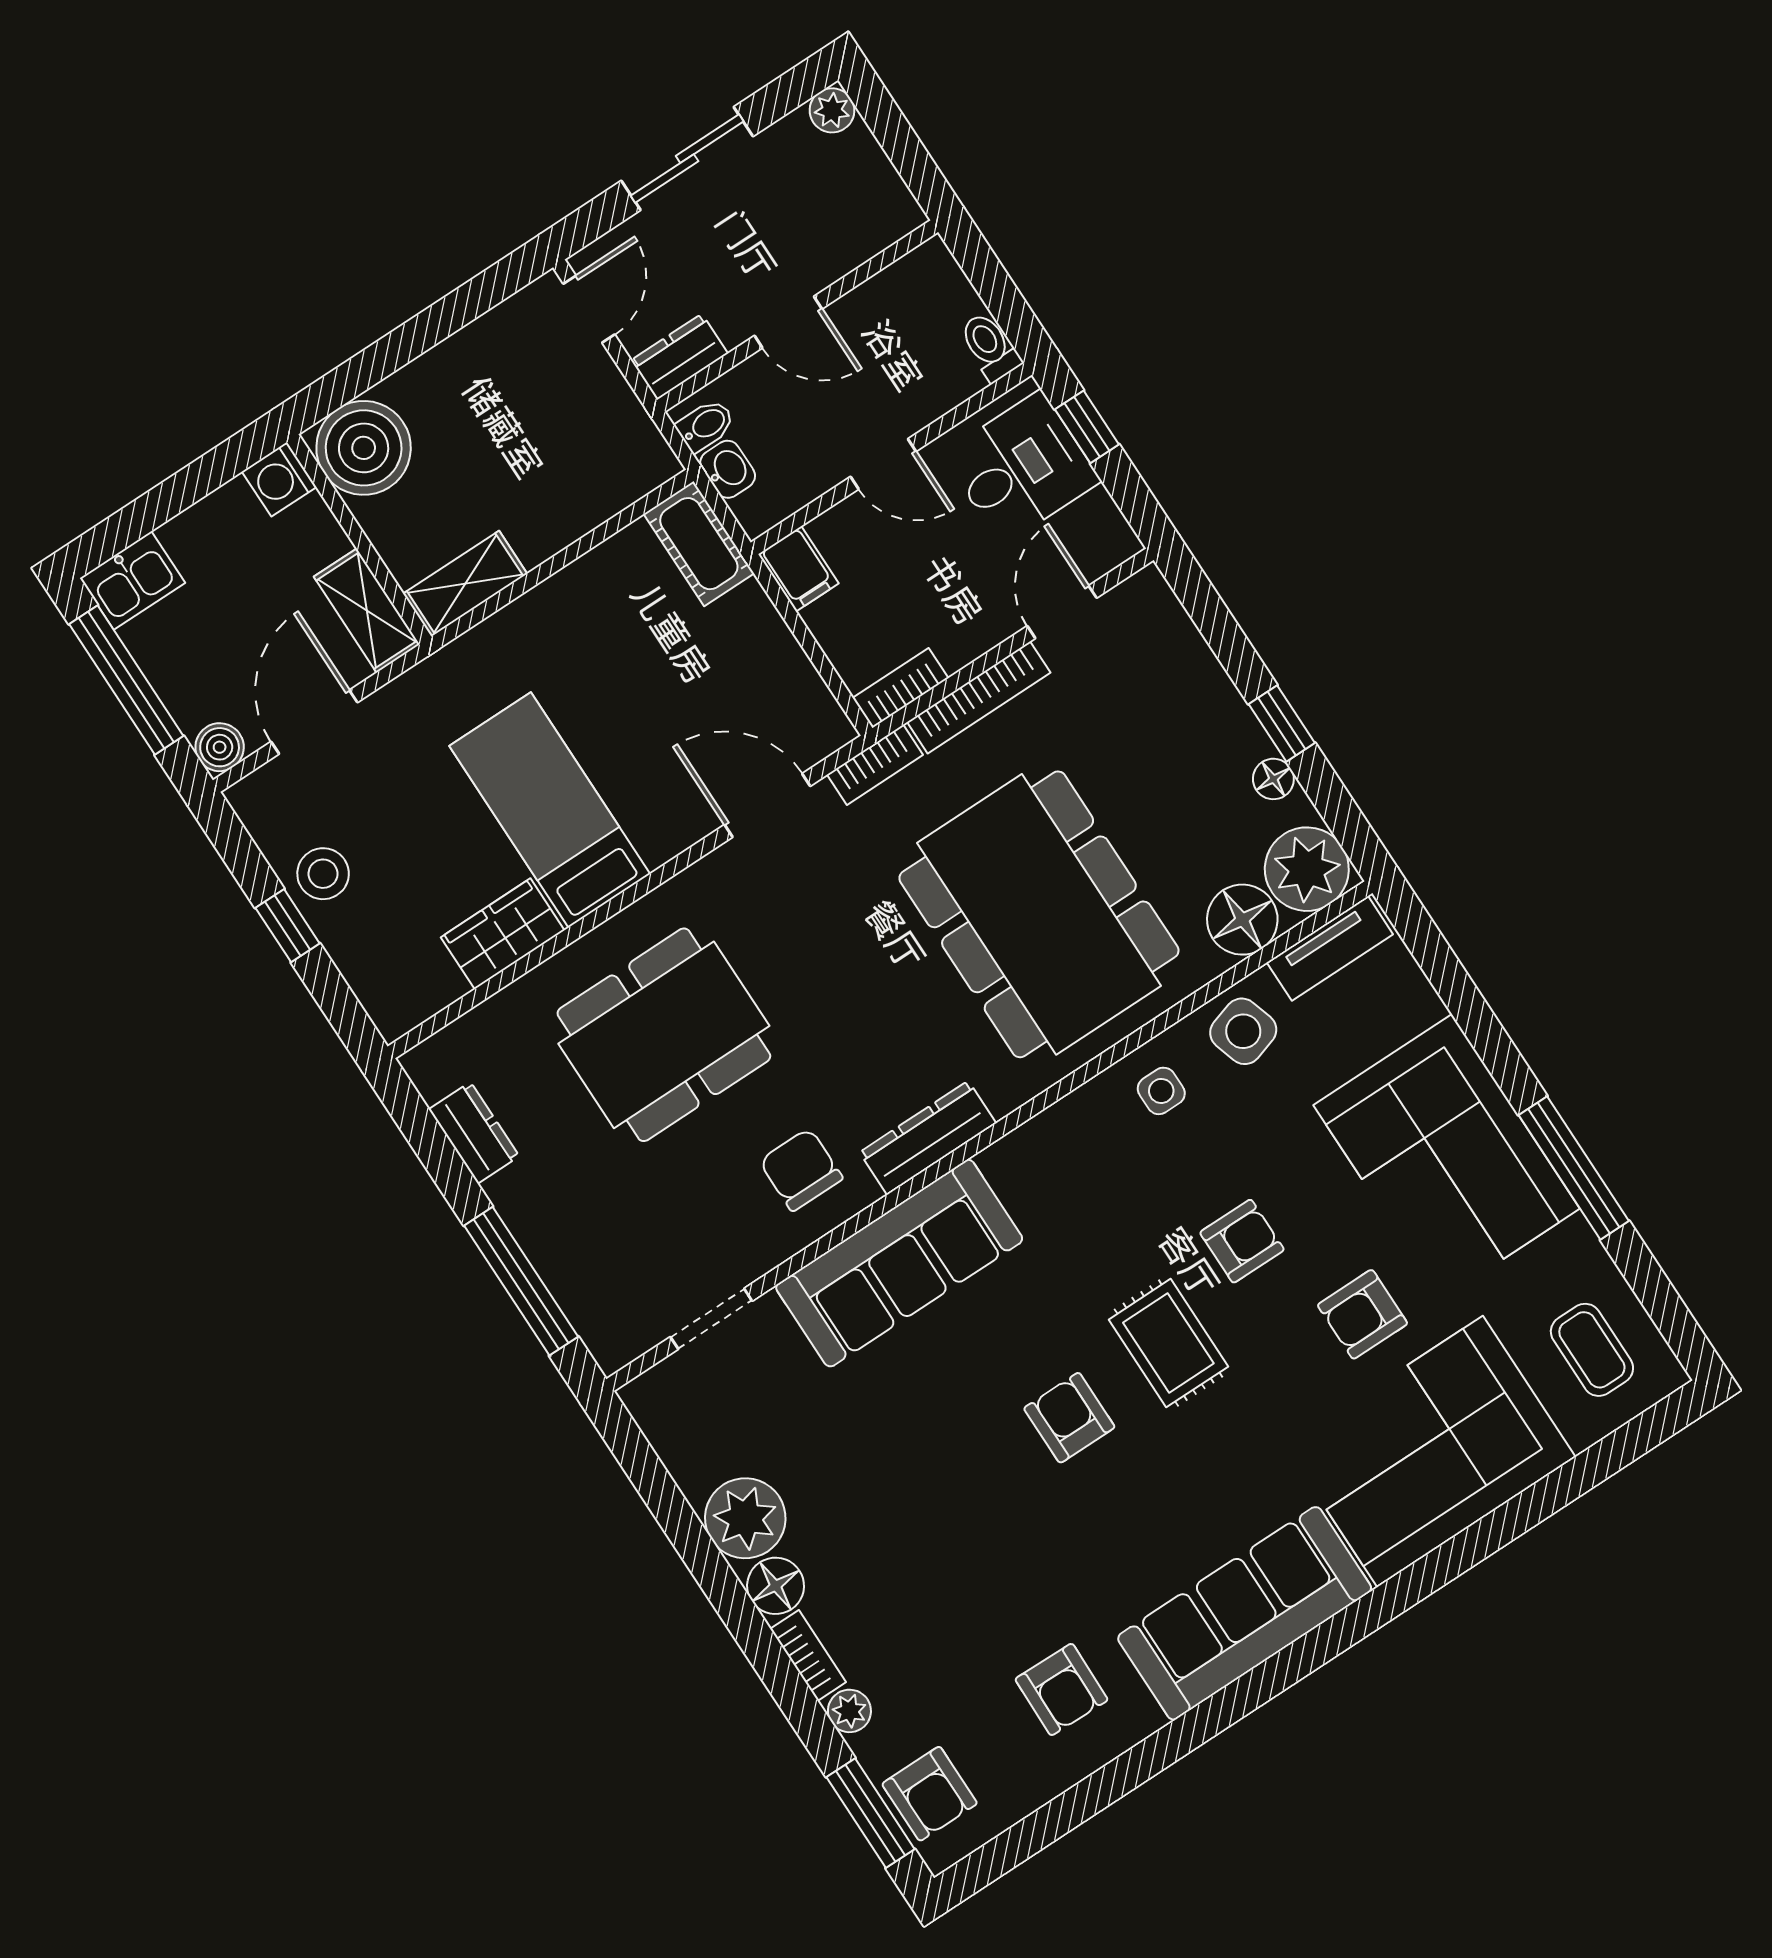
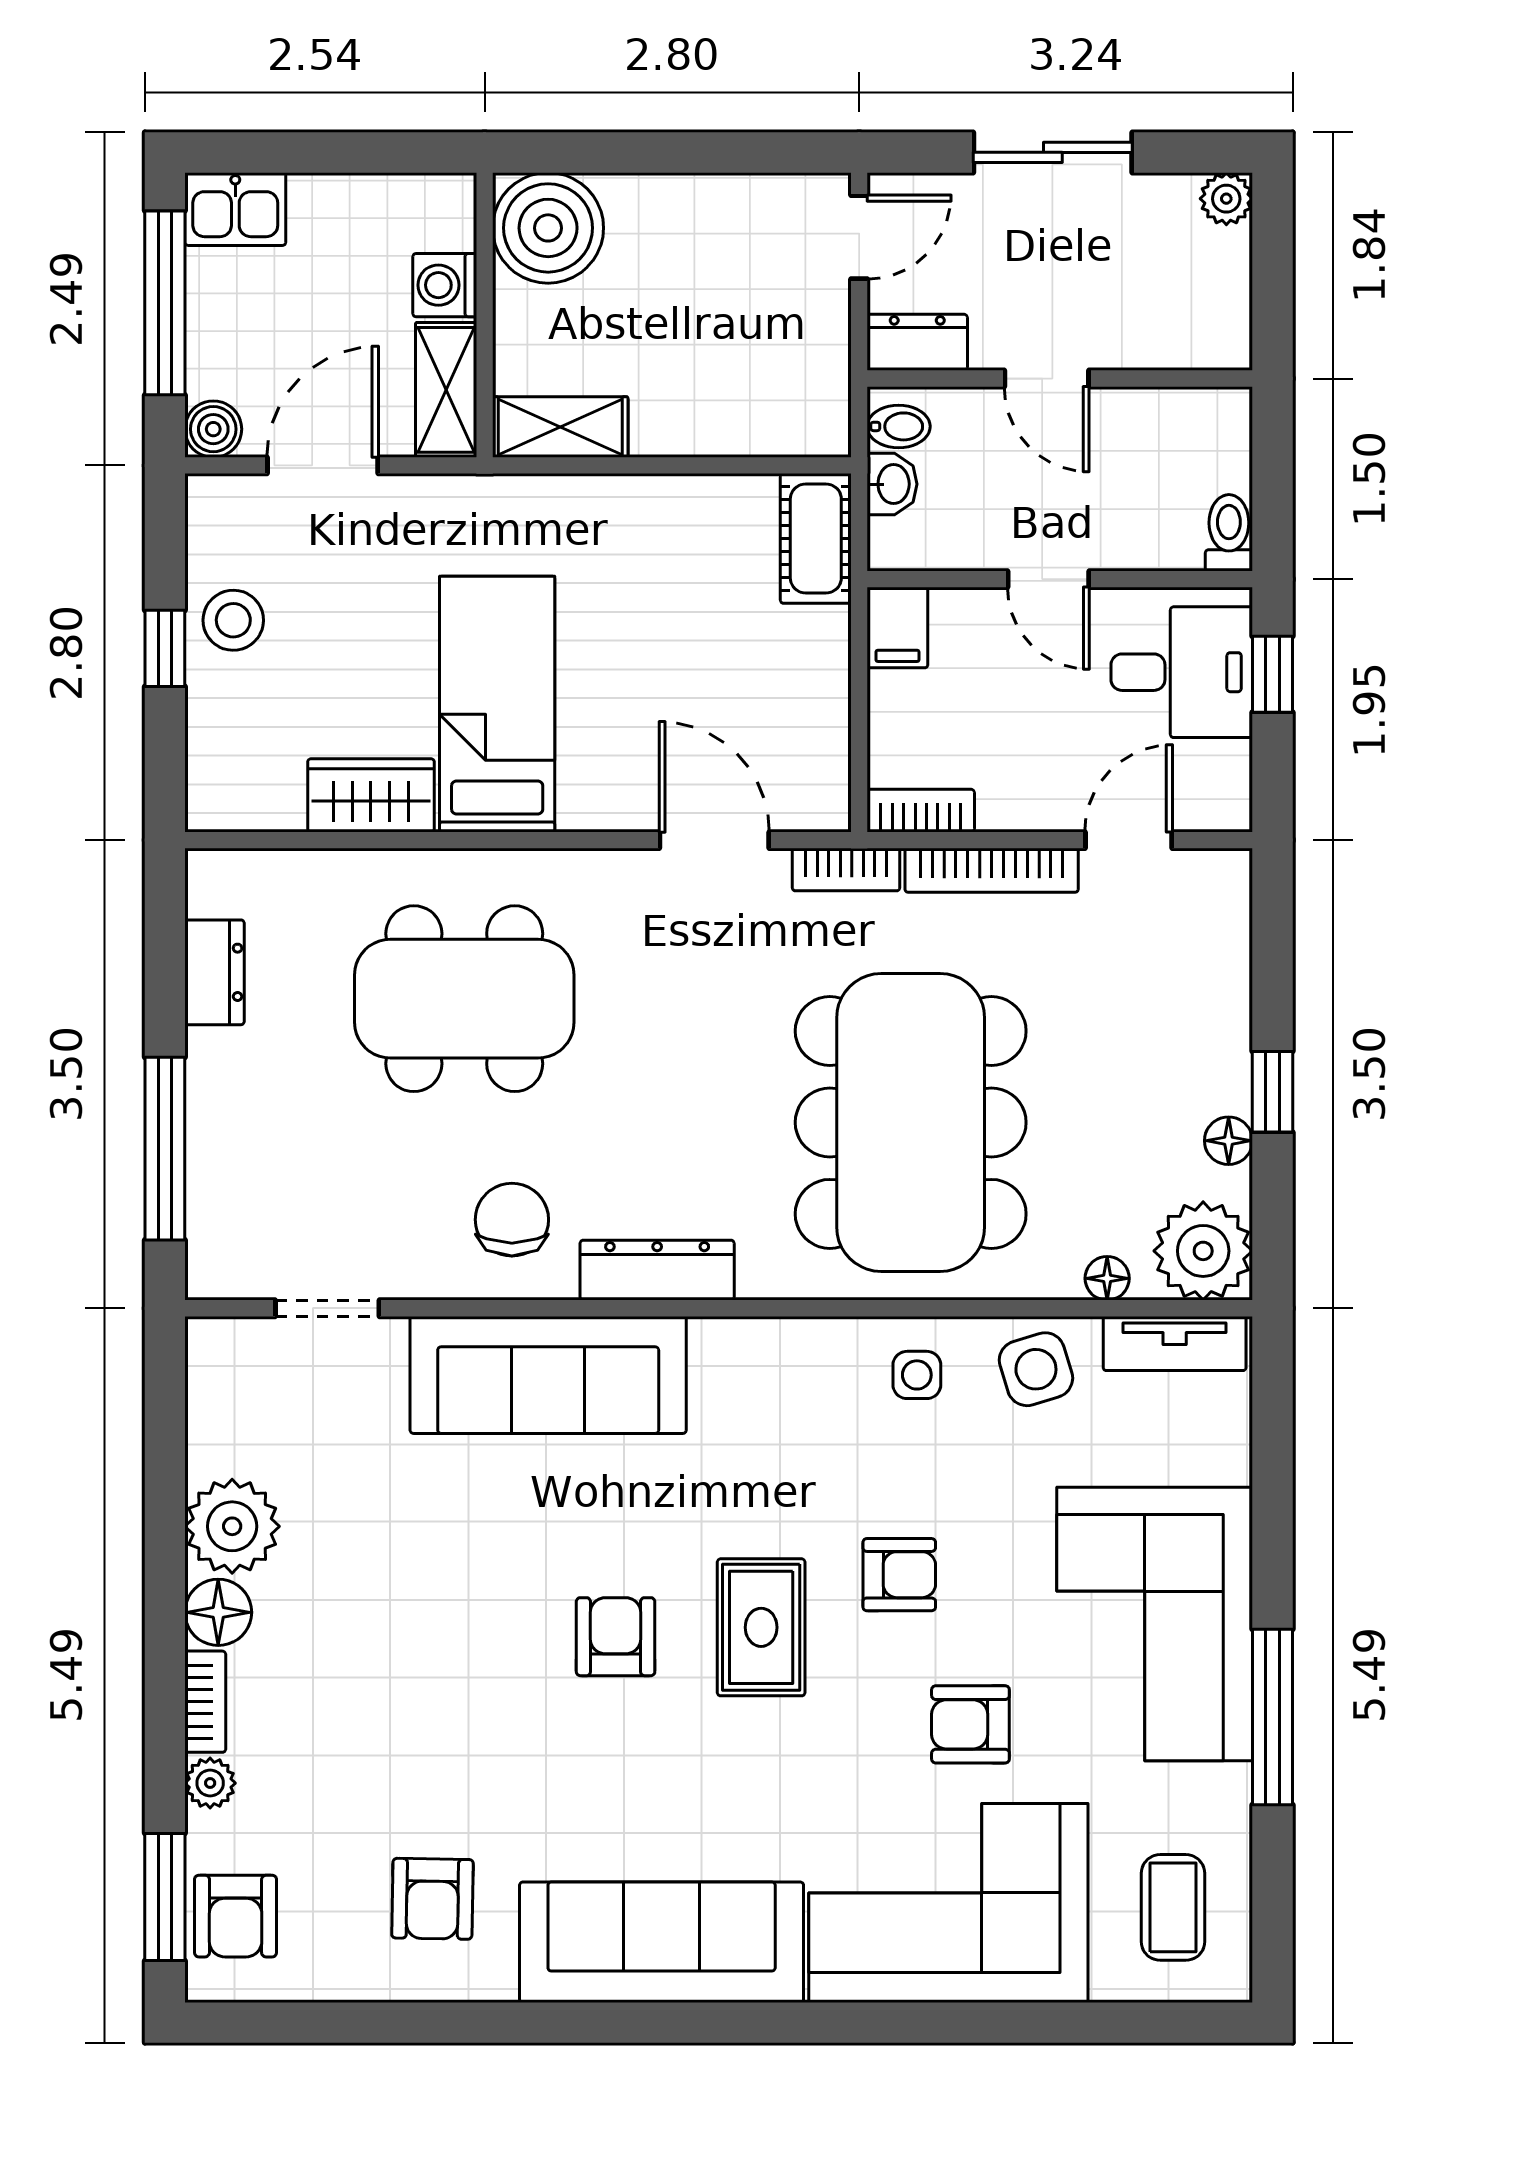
washing machine: (279, 479) -> (445, 285), moved
floor lamp: (1242, 920) -> (1107, 1278), width x0.53, depth x0.53

